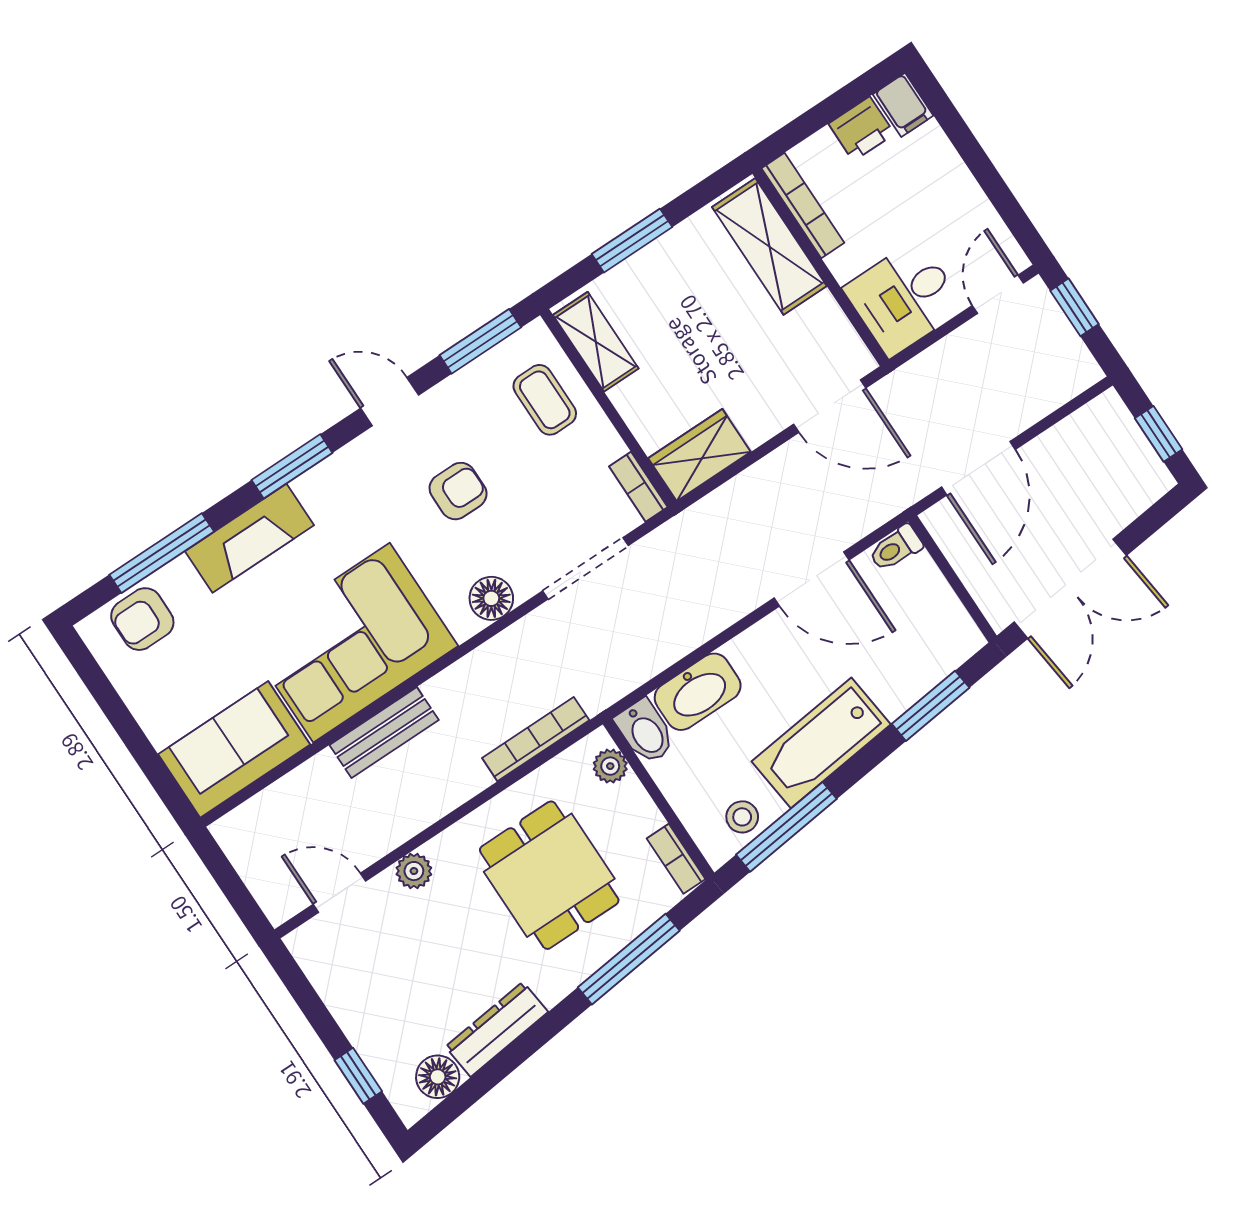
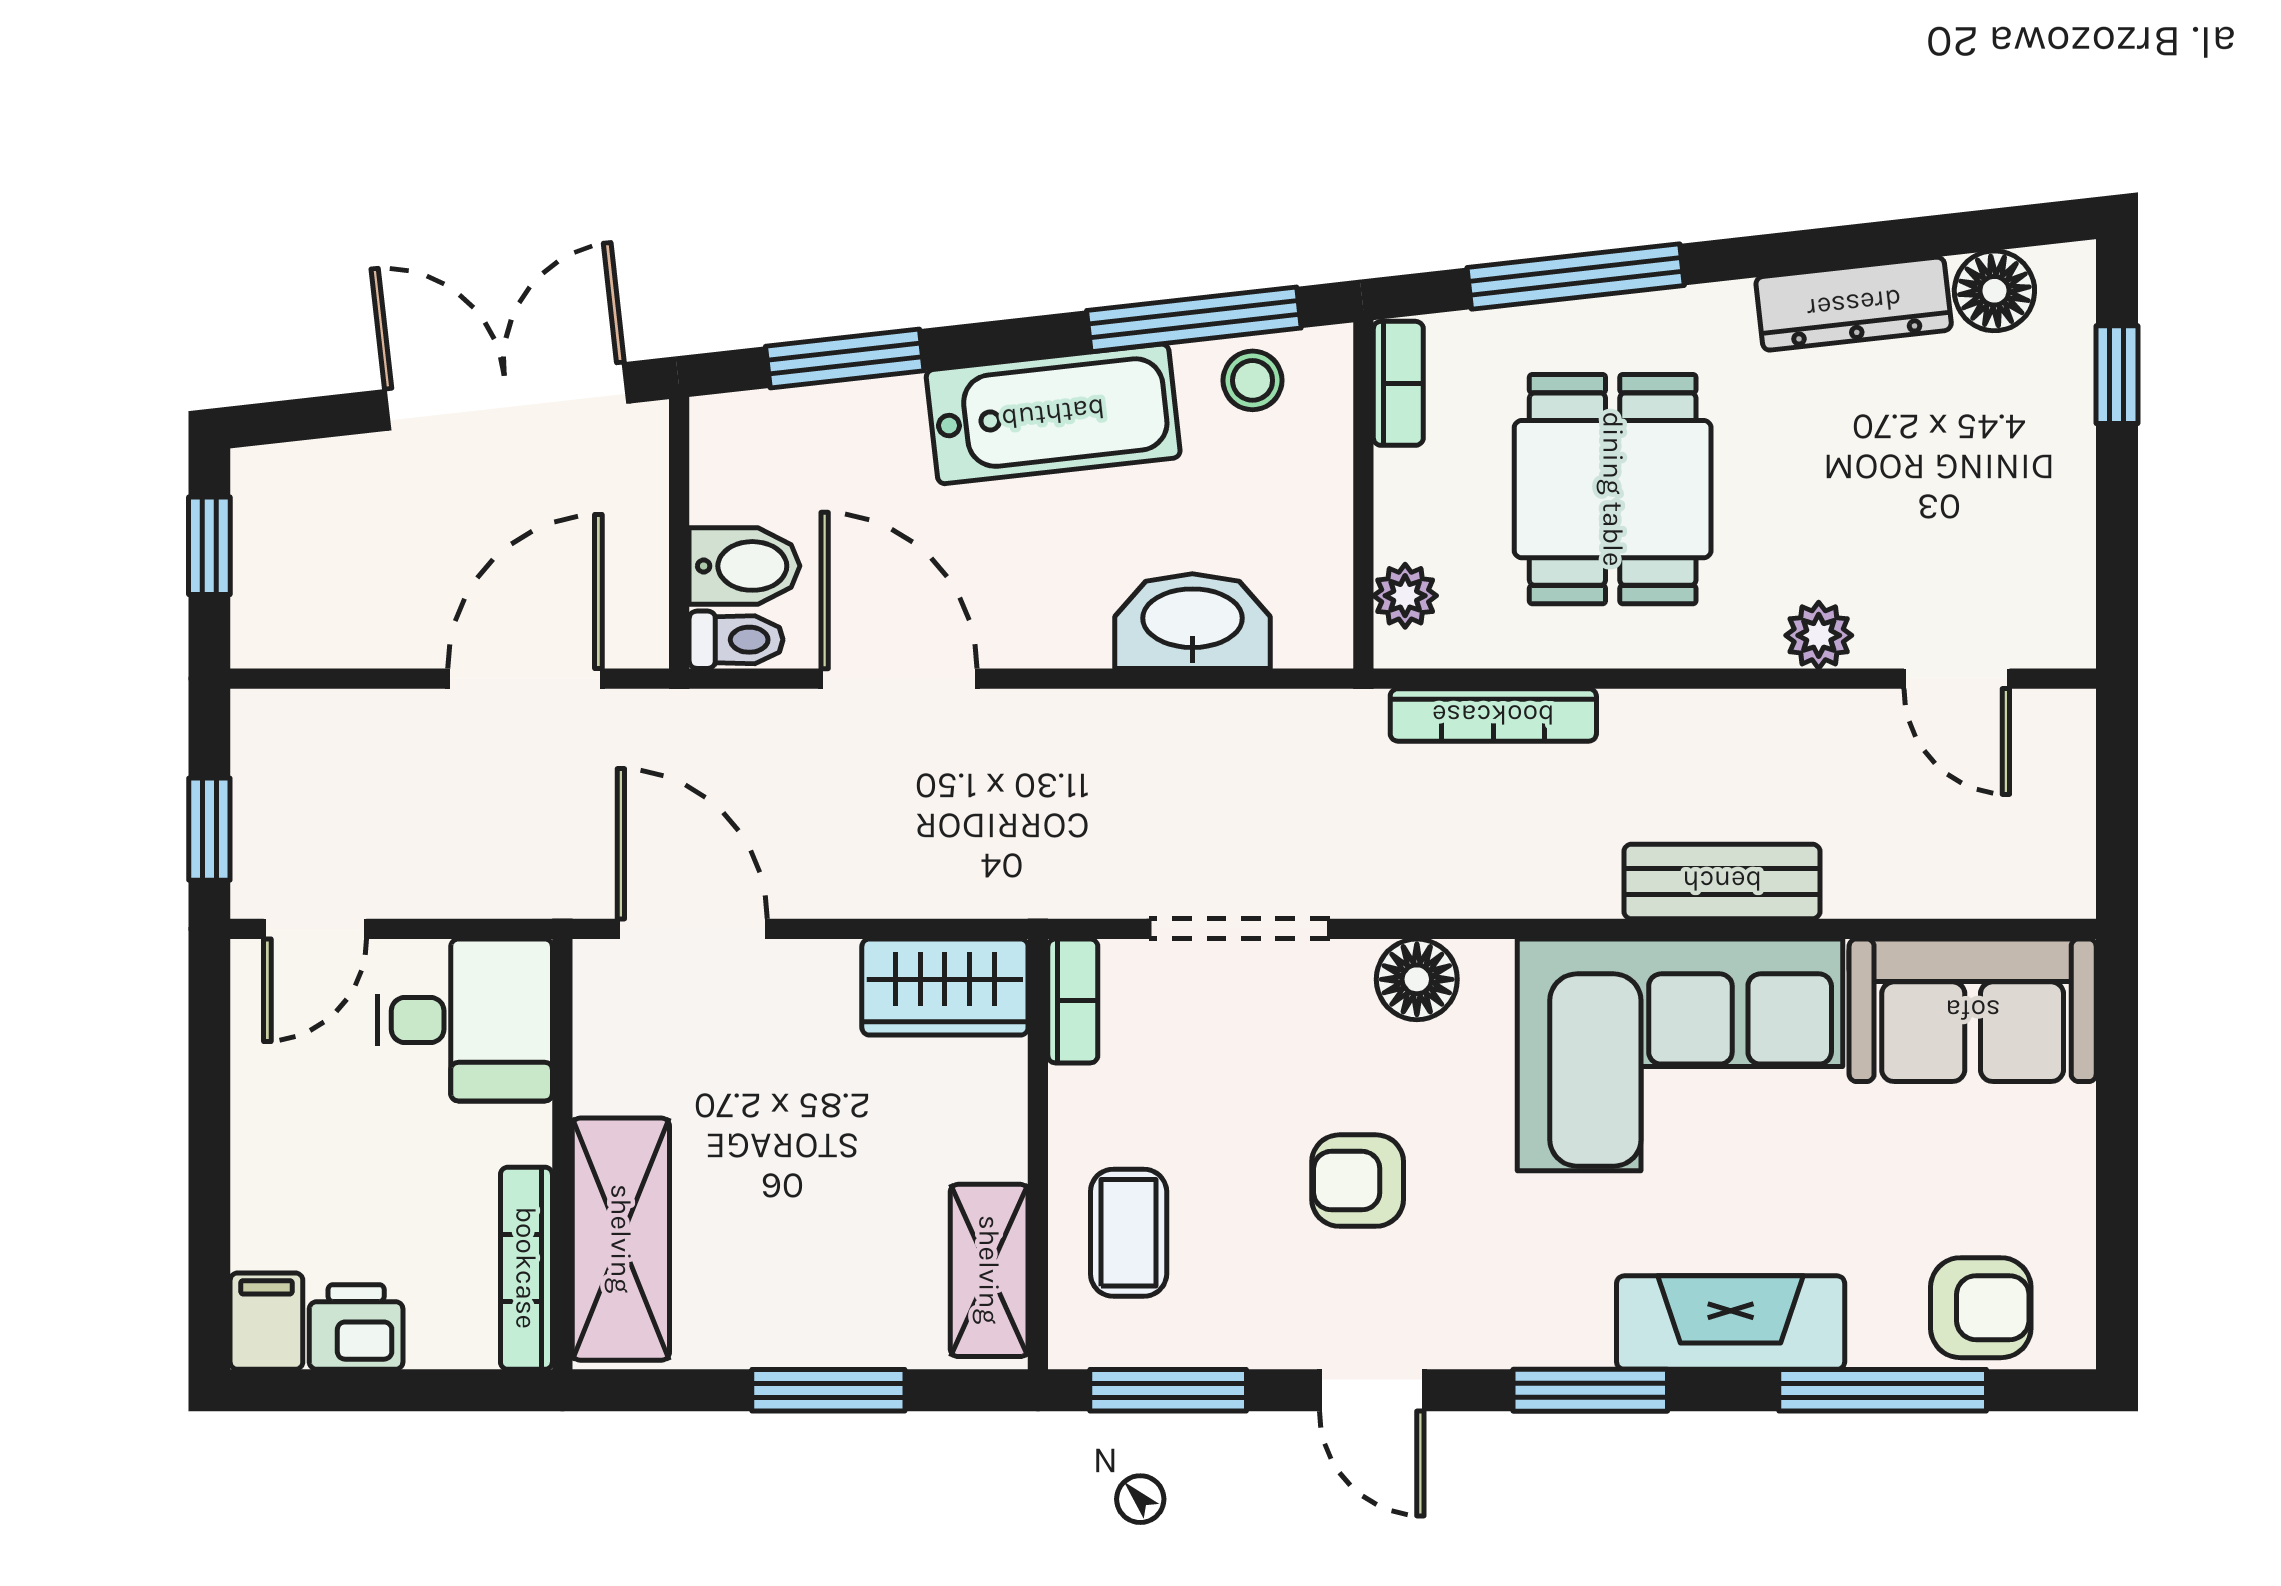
bidet: (645, 732) -> (745, 566), moved, turned 90

